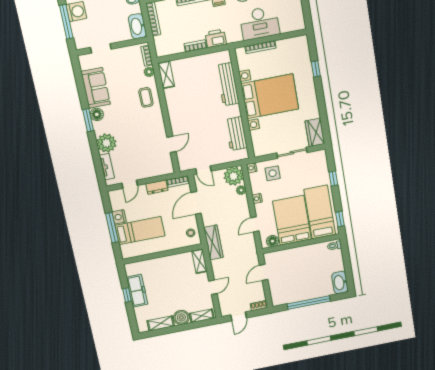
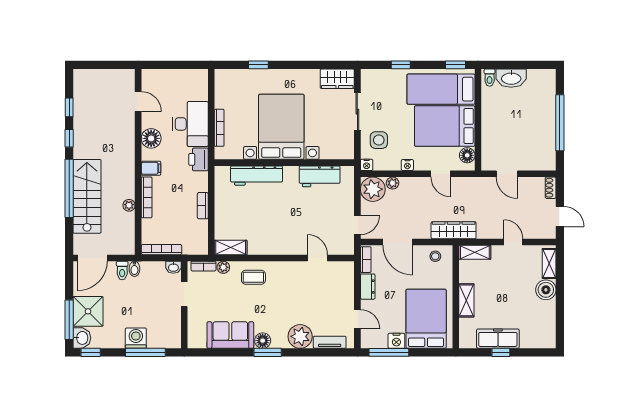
washbasin: (137, 26) -> (173, 267), width x0.52, depth x0.69
printer: (216, 38) -> (198, 159), moved
doorway: (101, 48) -> (184, 294), moved
window: (112, 228) -> (389, 352), moved
bed: (140, 231) -> (426, 319), width x1.50
washbasin: (340, 282) -> (511, 78), moved
shelving: (161, 323) -> (466, 300), moved

